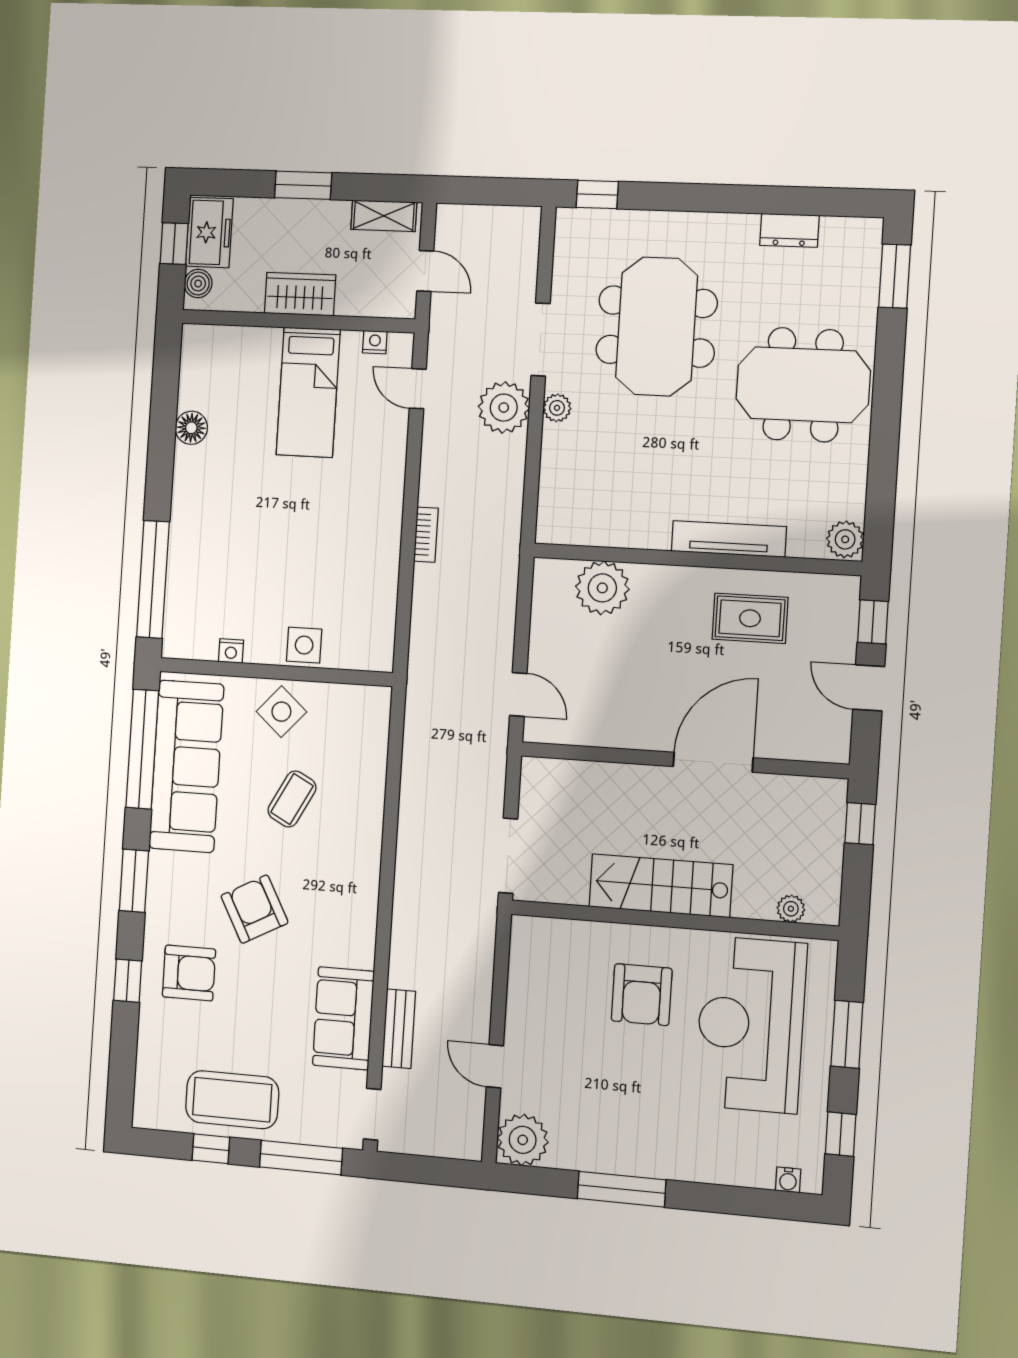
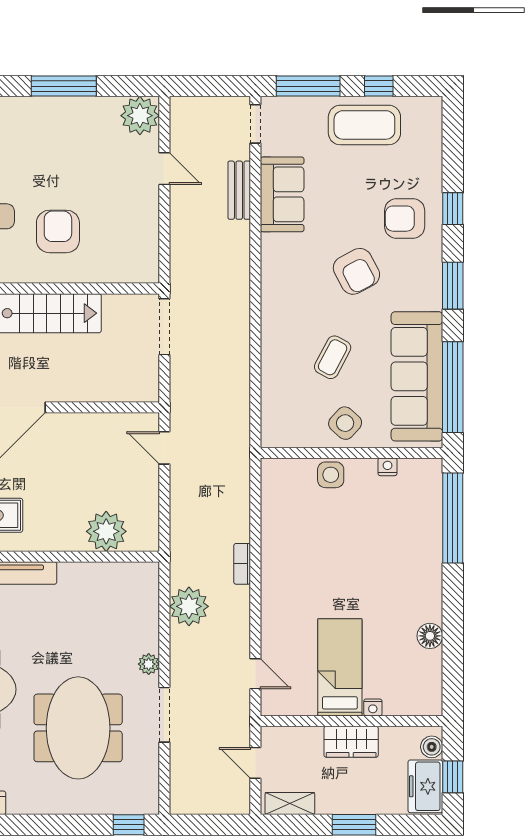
nightstand: (375, 342) -> (373, 707), moved
plant: (504, 408) -> (189, 606), moved

